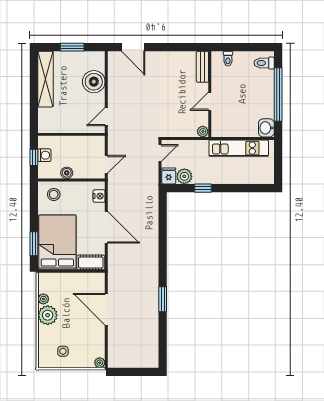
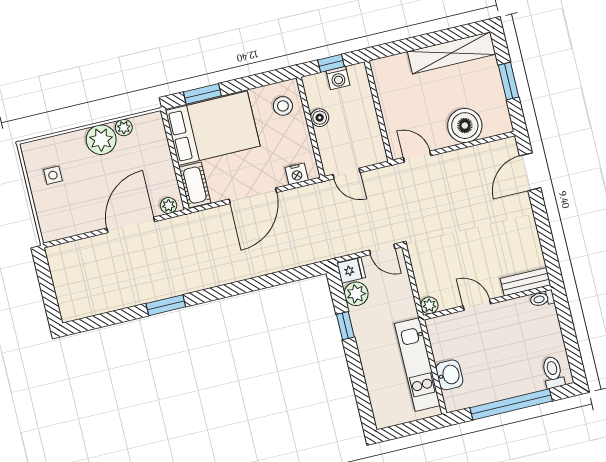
toilet: (228, 59) -> (542, 299), moved
washbasin: (266, 128) -> (449, 375), moved, turned 90
plant: (100, 363) -> (169, 205), moved

